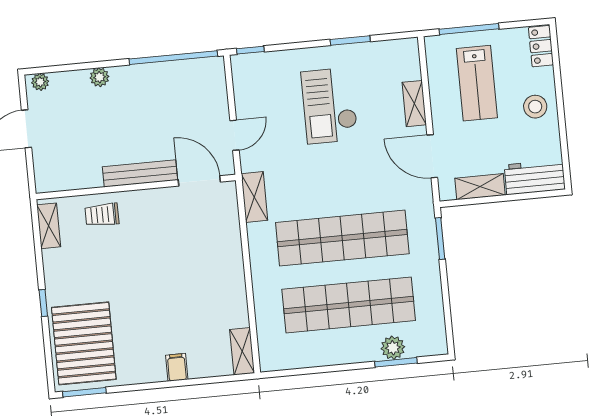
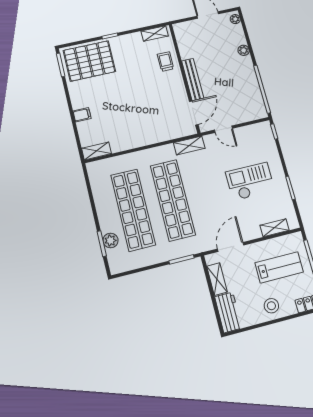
lab bench: (477, 83) -> (279, 267), turned 180
shelving: (414, 104) -> (274, 228), moved

